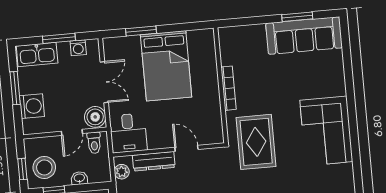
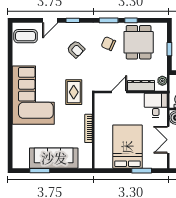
sofa: (304, 36) -> (54, 158), moved
corner sofa: (326, 131) -> (33, 95), width x1.36, depth x1.36
rug: (256, 142) -> (74, 92), width x0.73, depth x0.70
door: (186, 148) -> (119, 92), swing flipped

